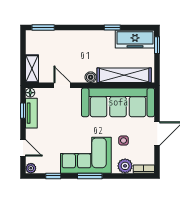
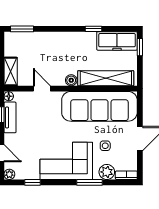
window: (90, 176) -> (89, 182), moved

